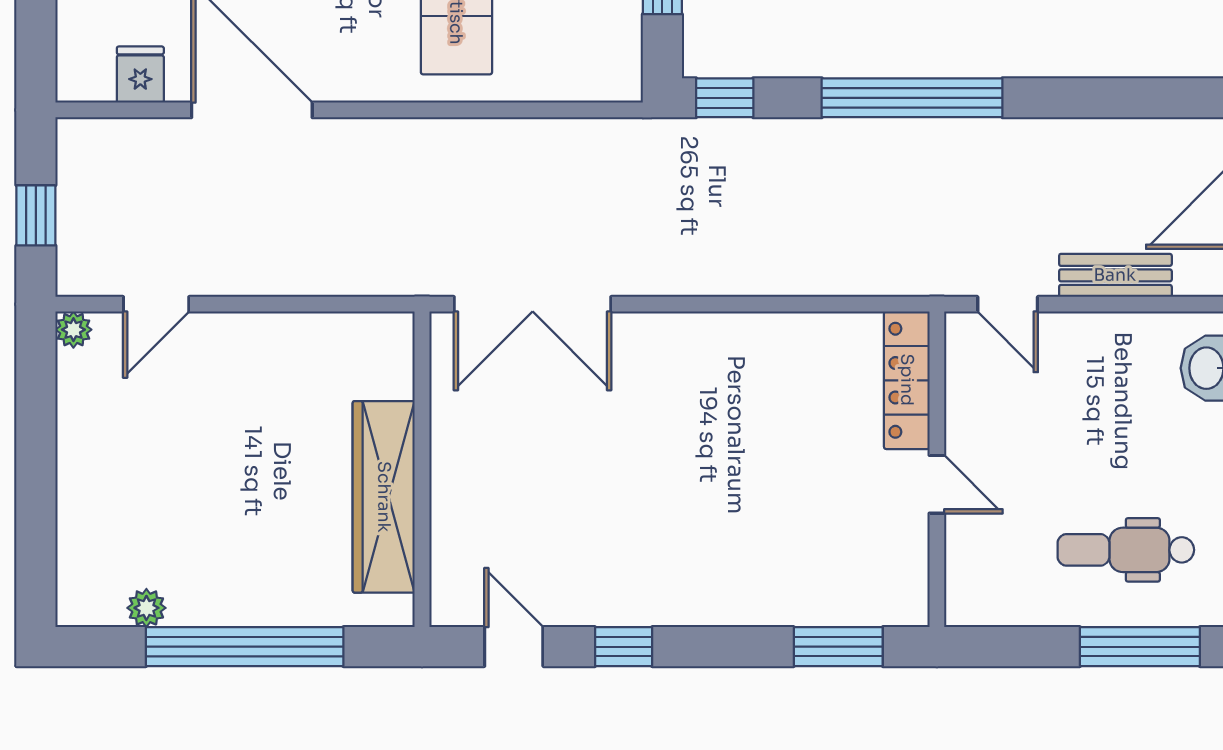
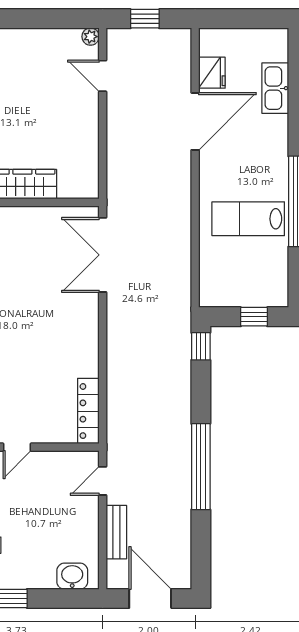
fridge: (140, 75) -> (212, 73), width x1.38
window: (912, 98) -> (201, 467), moved
locker: (907, 380) -> (88, 411), moved, turned -90

